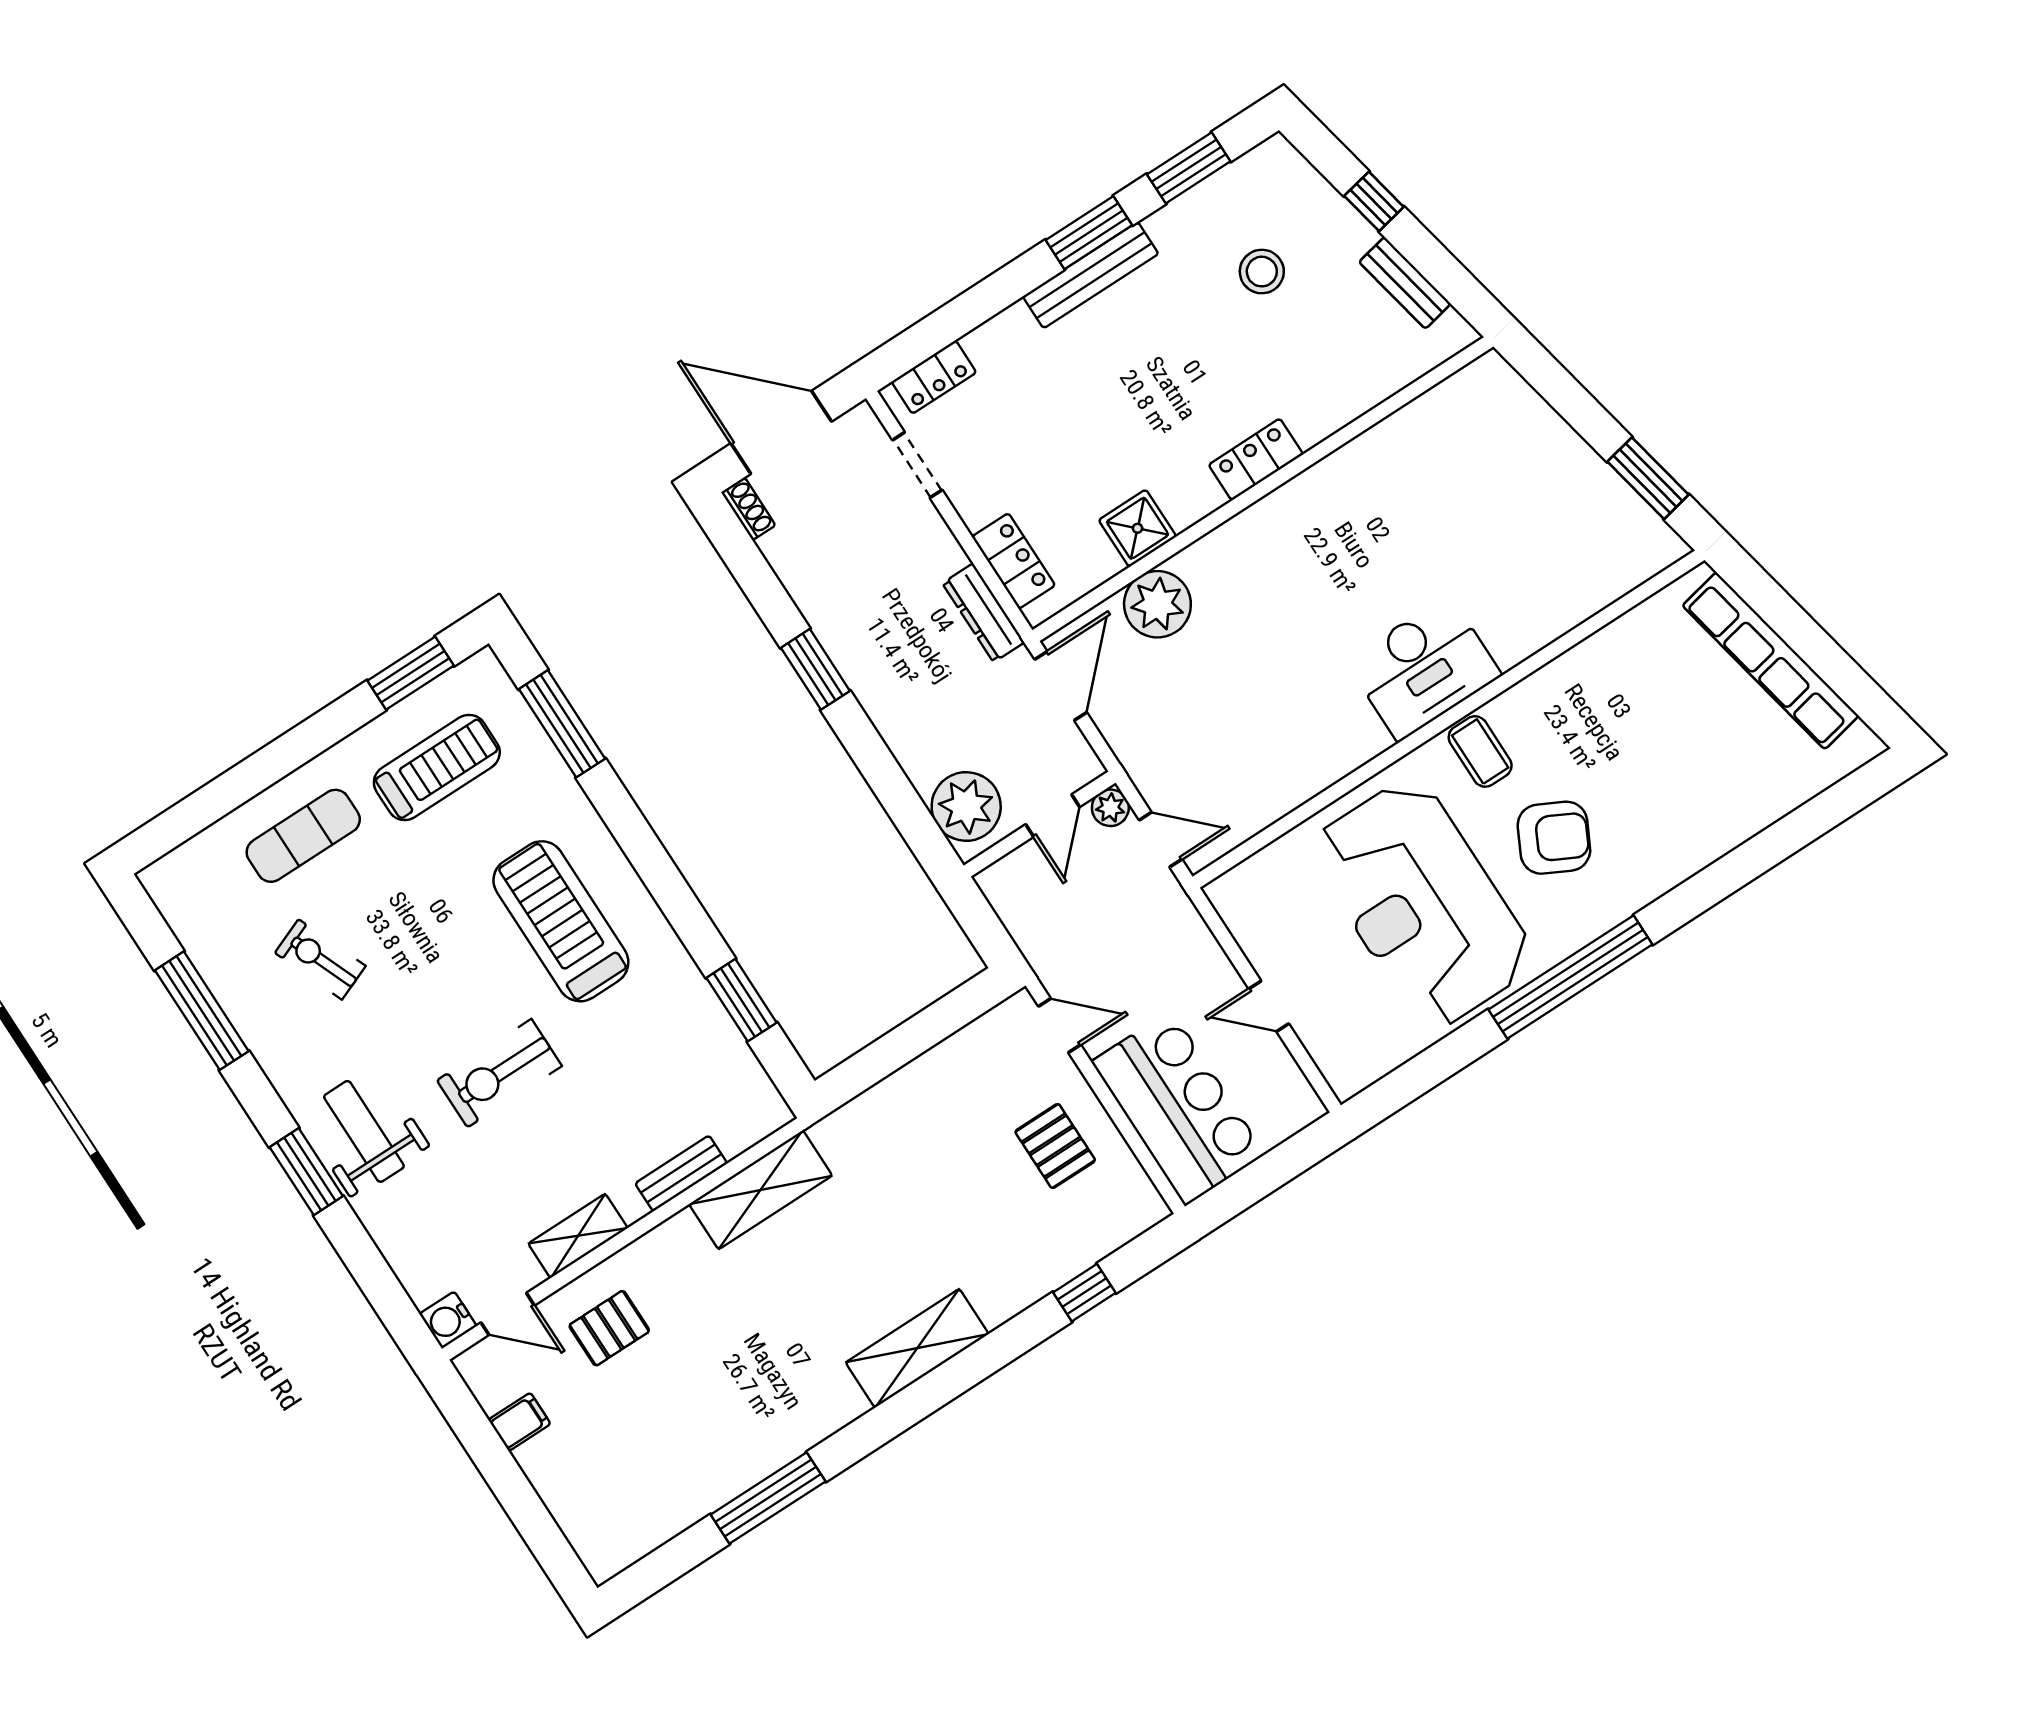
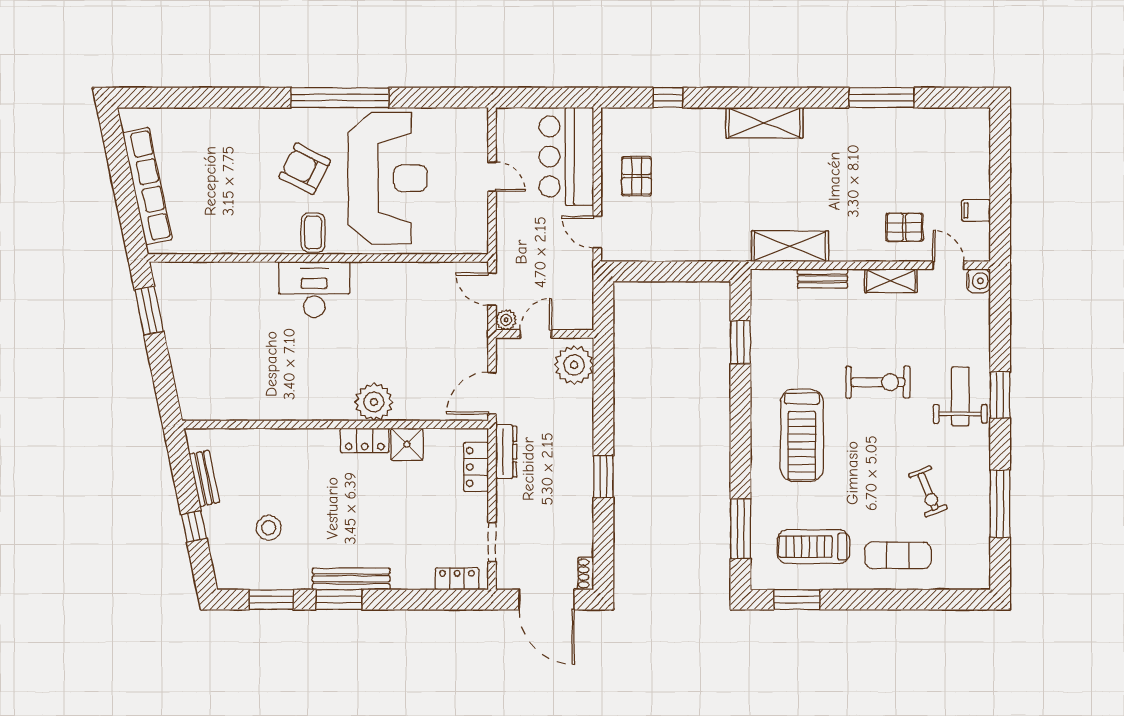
locker: (1256, 459) -> (365, 440), moved
plant: (1157, 604) -> (374, 402), moved
weight bench: (364, 1131) -> (960, 396), turned 180

